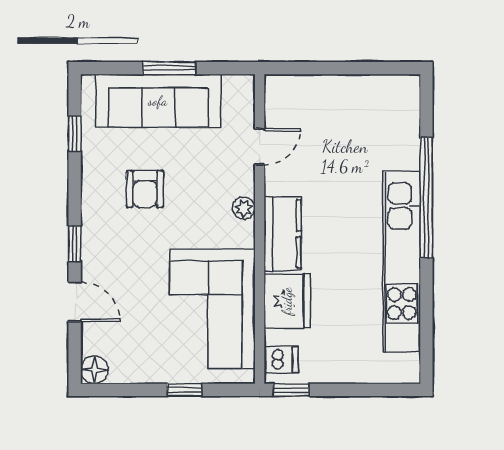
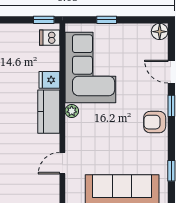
armchair: (145, 189) -> (155, 122), moved, turned -90
plant: (244, 208) -> (72, 111), moved
fridge: (287, 301) -> (49, 80), width x0.53, depth x0.75

